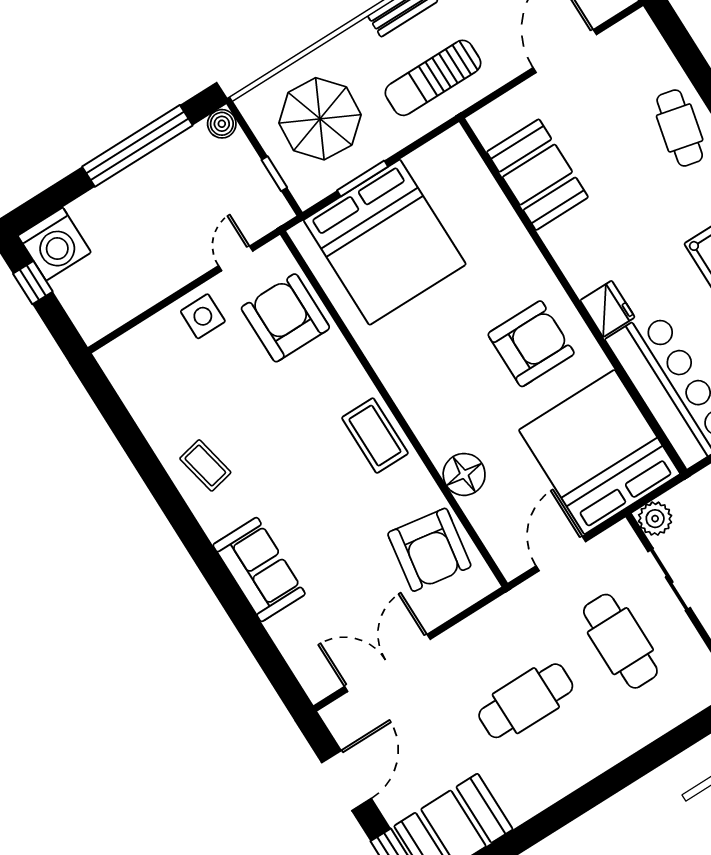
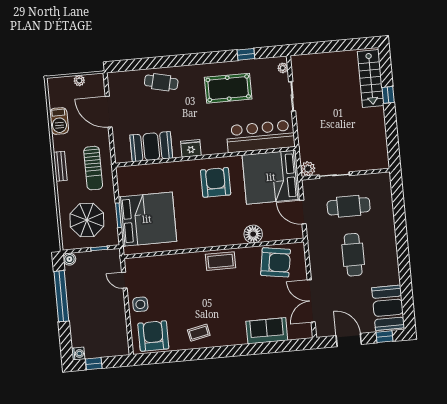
washing machine: (54, 244) -> (78, 354), width x0.53, depth x0.53
fridge: (607, 309) -> (191, 148), moved
armchair: (285, 318) -> (153, 336), moved, turned 90
sofa: (259, 570) -> (267, 331), moved

